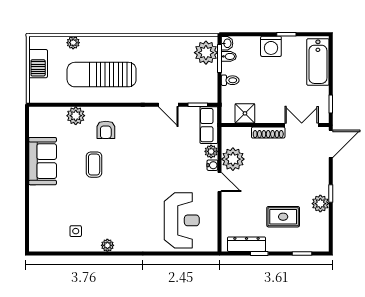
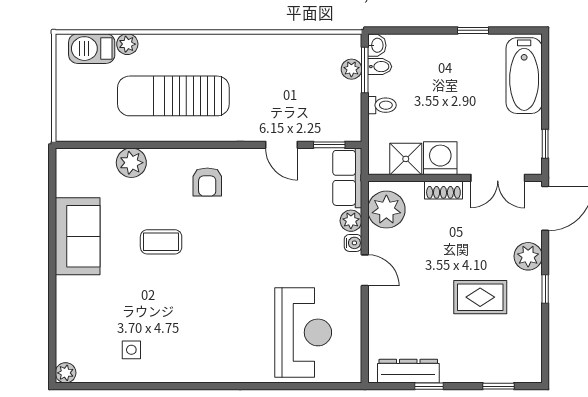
washing machine: (271, 46) -> (440, 158), moved, turned 180
plant: (206, 53) -> (351, 69), width x0.53, depth x0.53
barbecue: (38, 64) -> (92, 49), moved, turned 90
double door: (302, 125) -> (498, 178), swing flipped
armchair: (106, 130) -> (207, 182), moved
shoe rack: (268, 133) -> (443, 190), width x0.70
plant: (233, 159) -> (386, 210), moved
coffee table: (94, 165) -> (161, 242), turned 90
plant: (320, 204) -> (528, 256), moved
rug: (283, 217) -> (480, 297), moved
plant: (107, 245) -> (66, 373), moved

